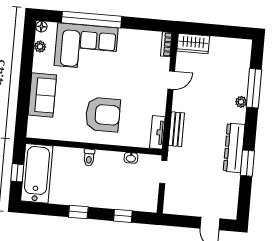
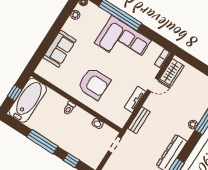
wardrobe: (193, 44) -> (172, 72), moved, turned -90
corner sofa: (86, 47) -> (123, 42), moved
tv unit: (157, 132) -> (135, 100), moved
window: (78, 212) -> (42, 142), width x2.17

